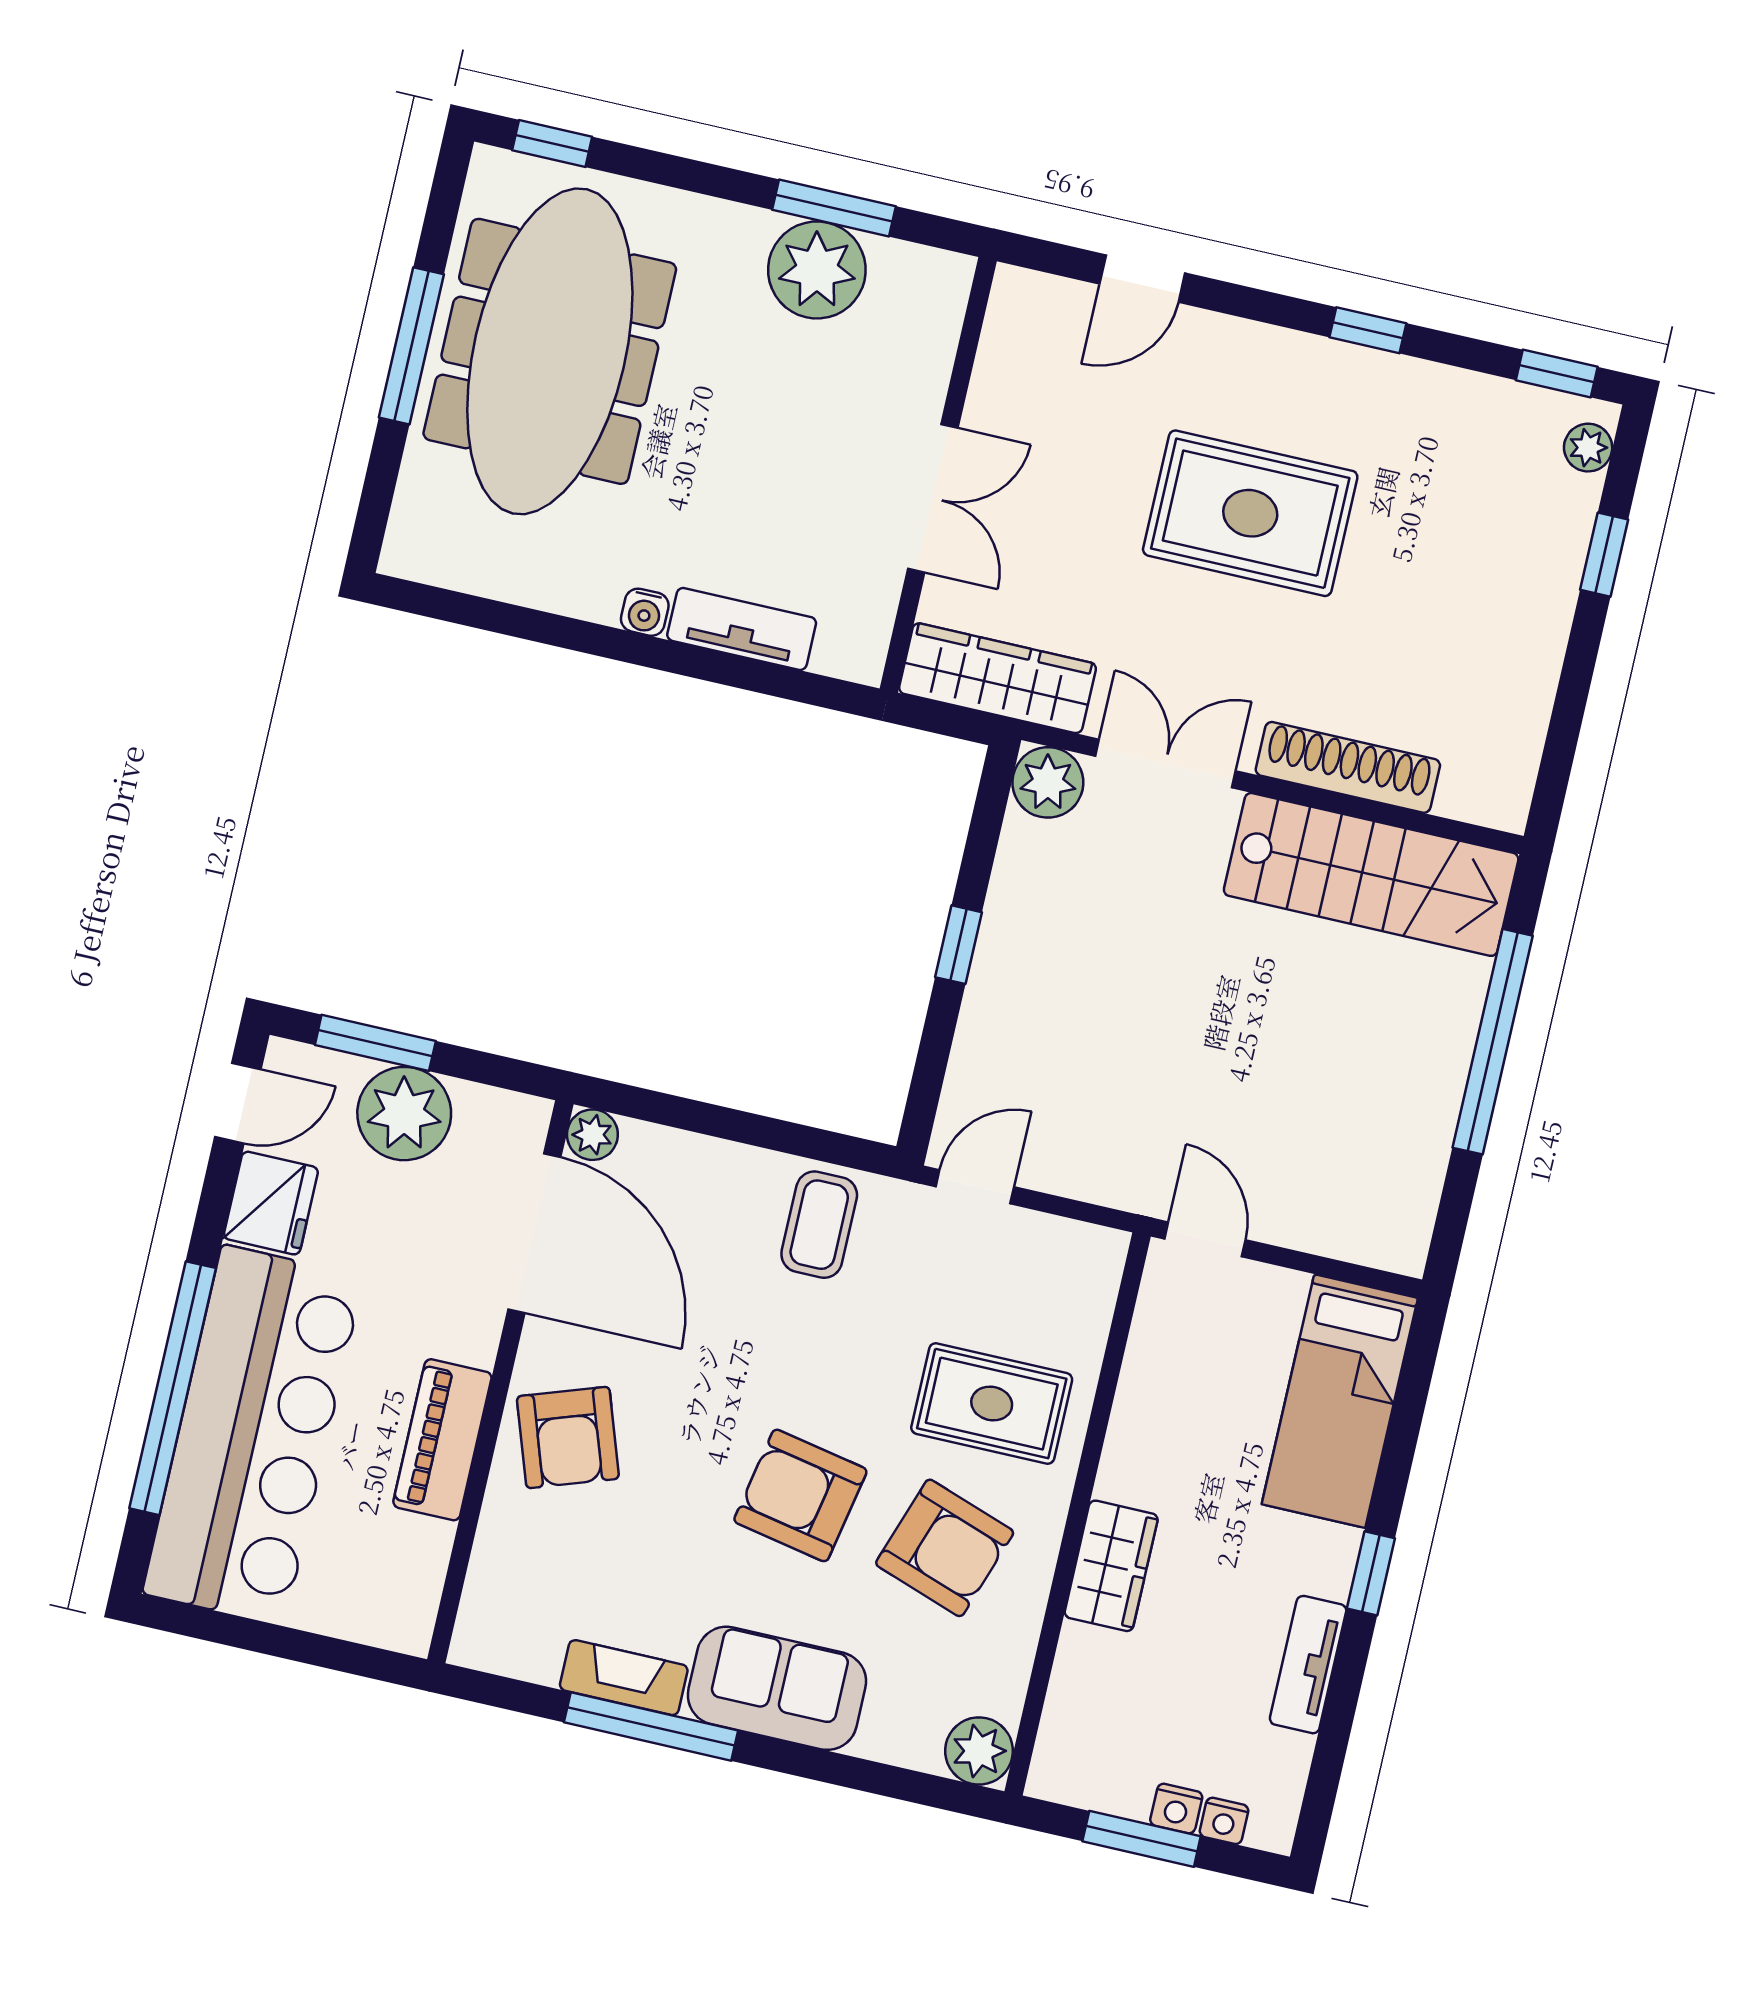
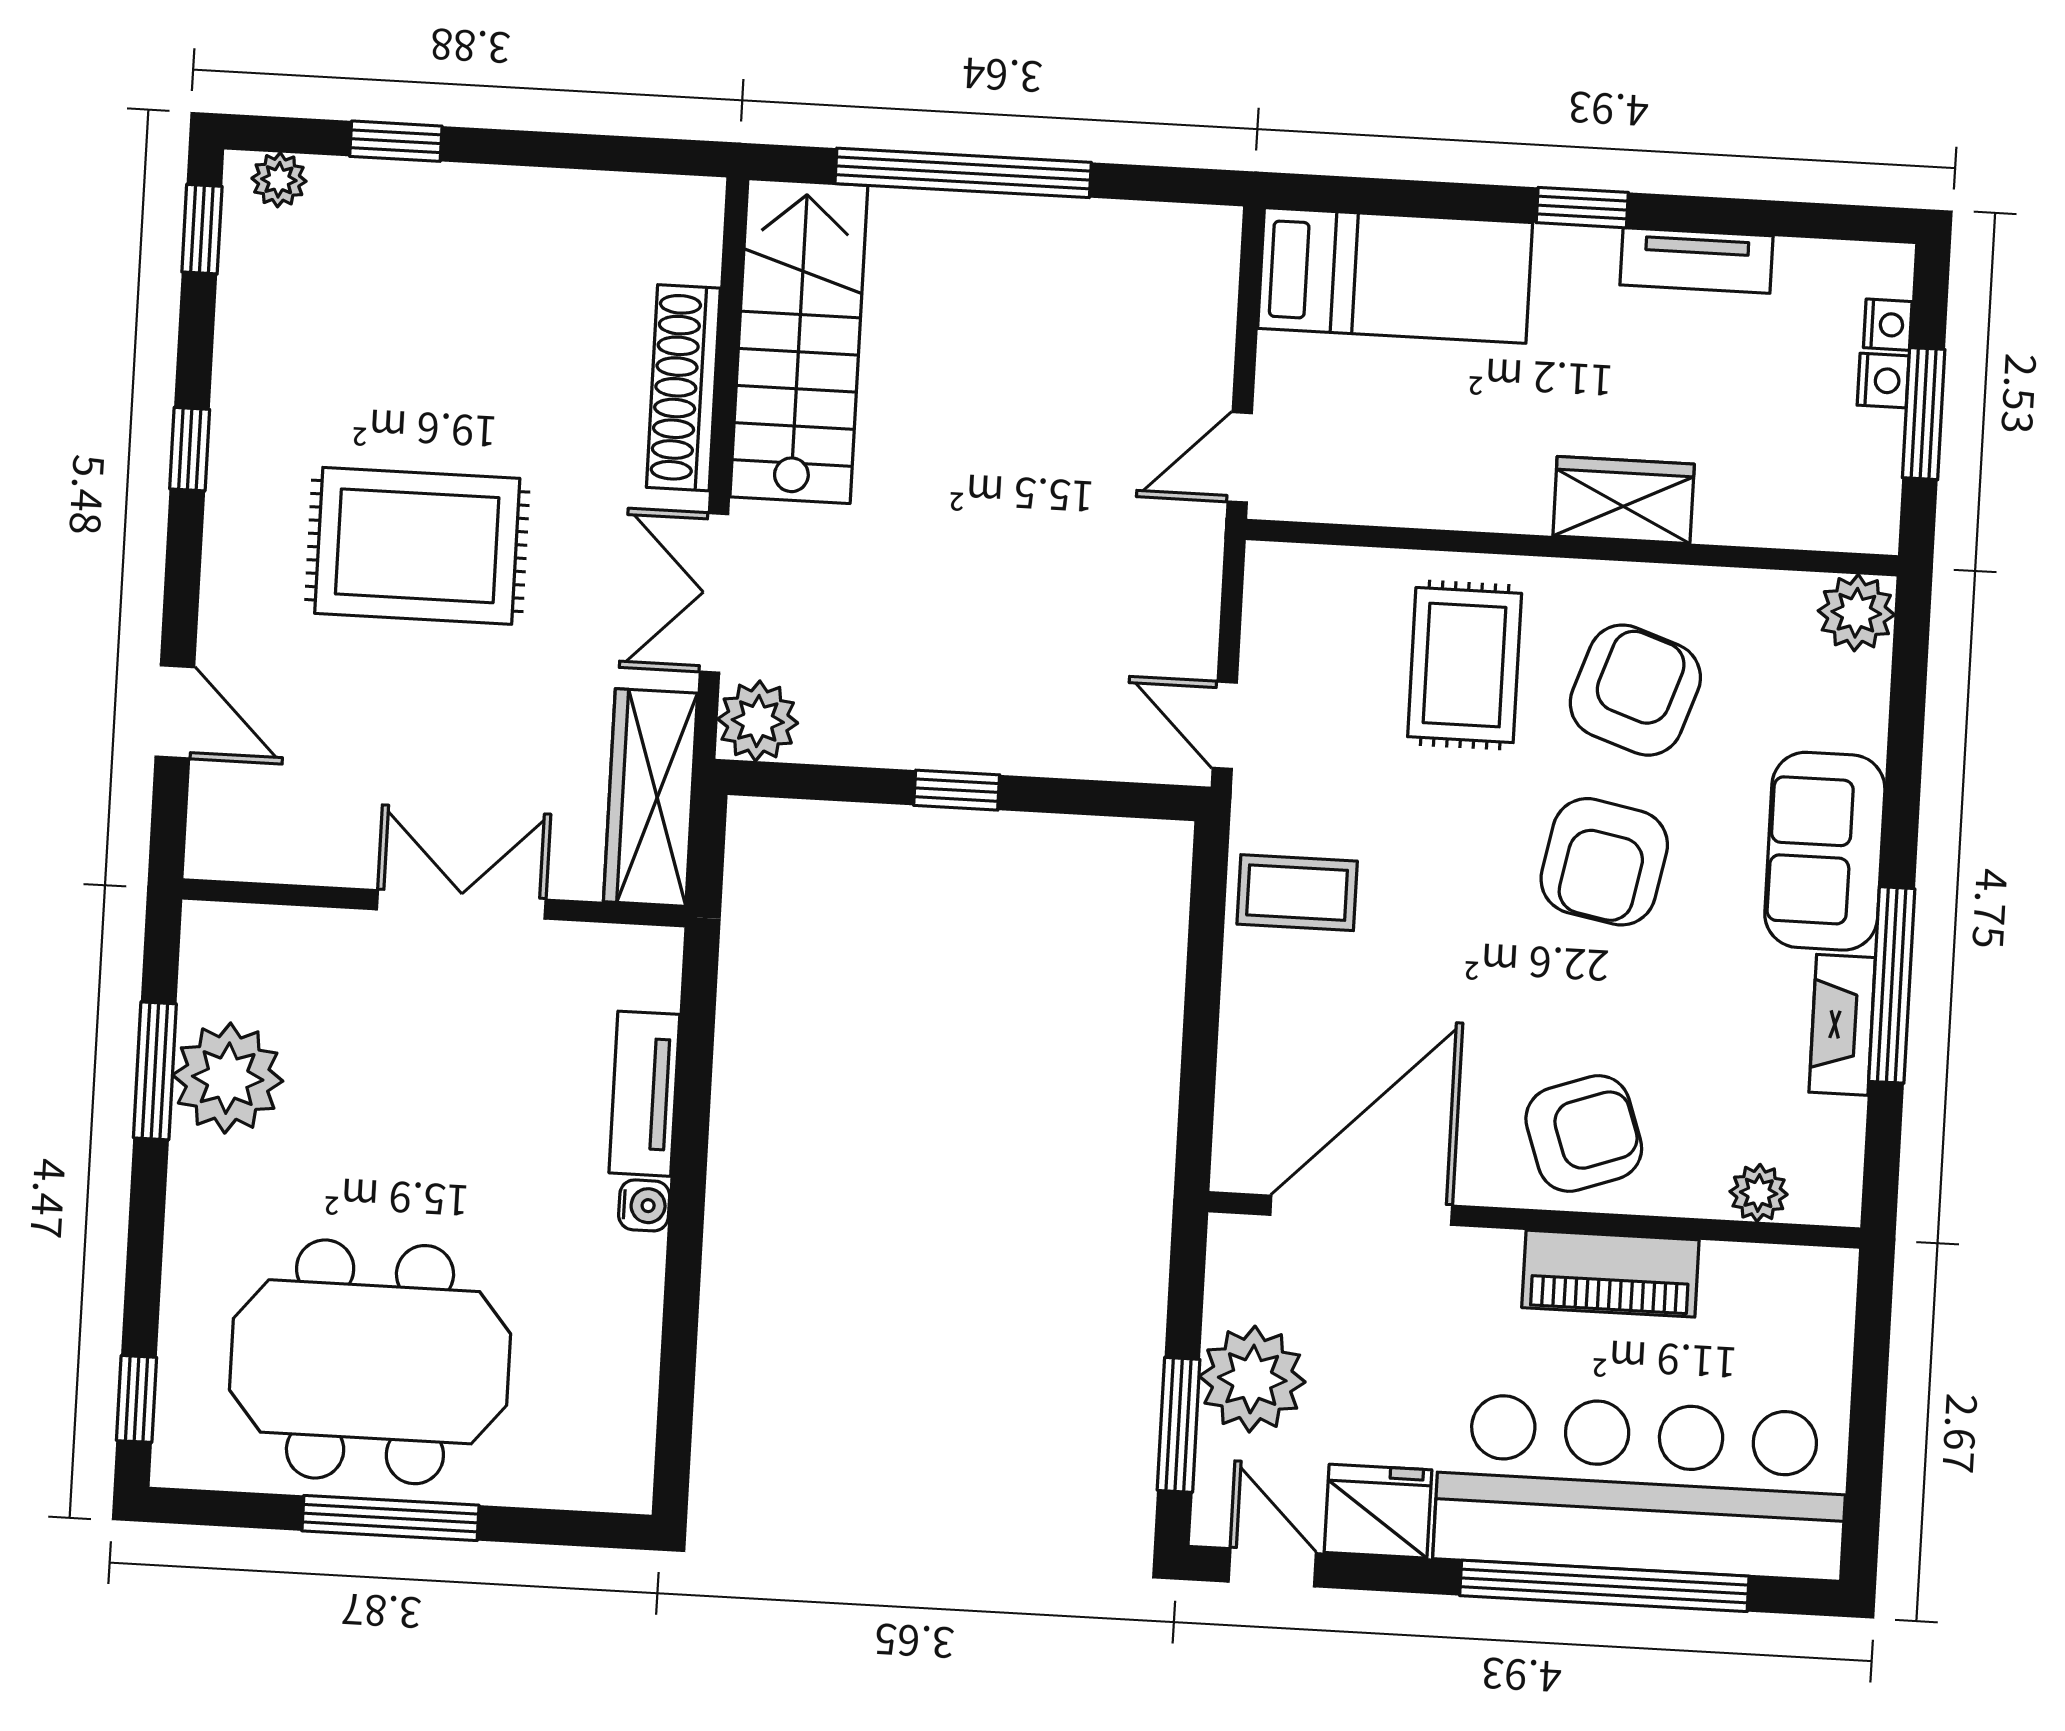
meeting table: (550, 351) -> (370, 1362), width x0.73
rug: (1250, 513) -> (417, 546), turned 90
plant: (592, 1135) -> (1759, 1193), moved

